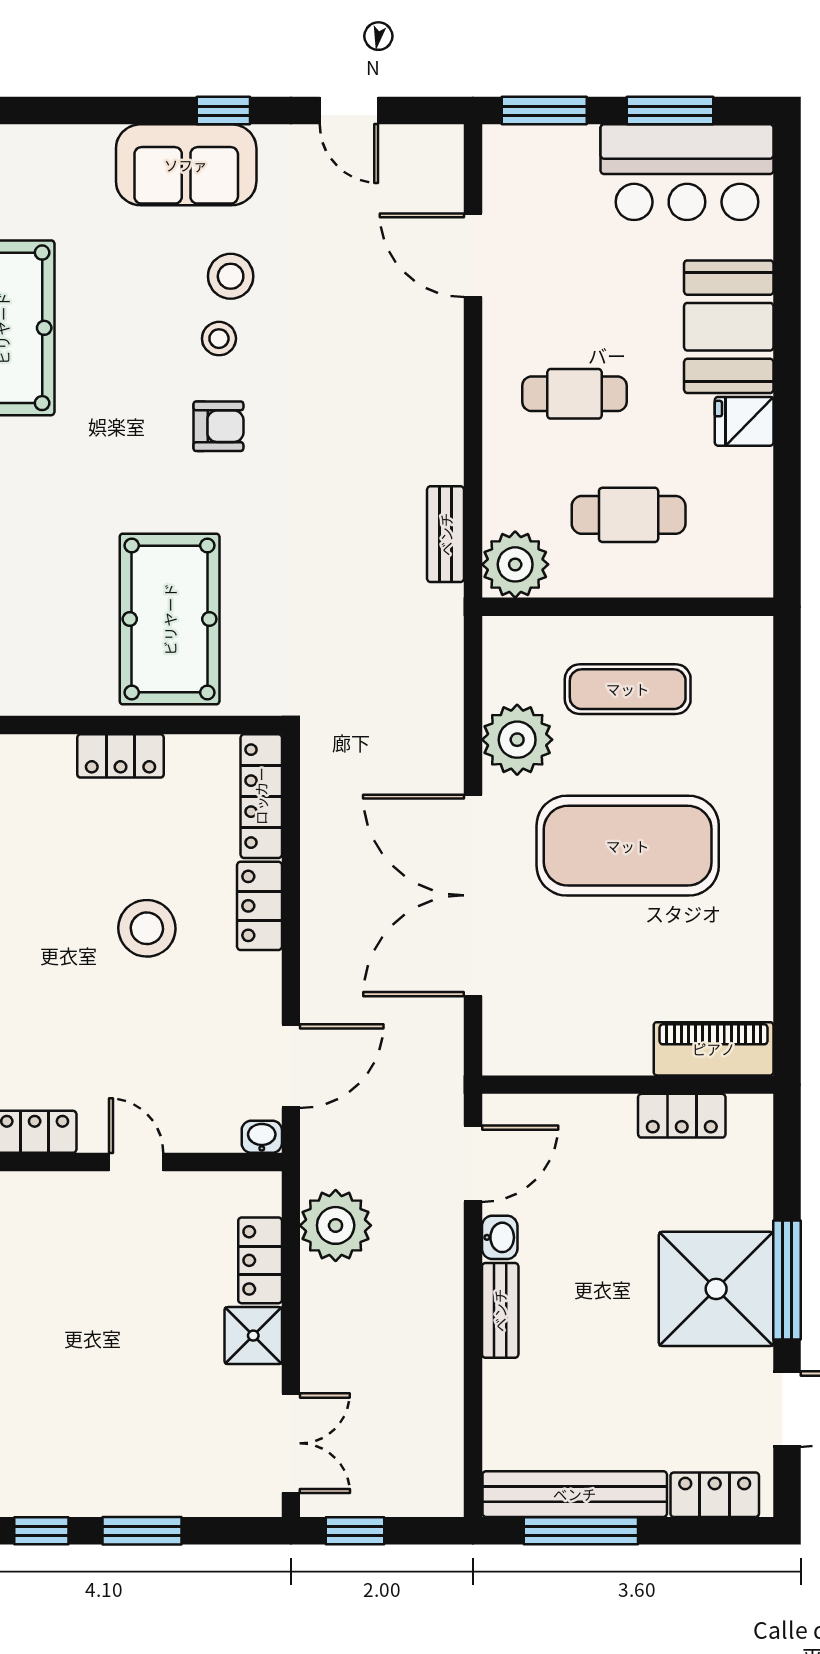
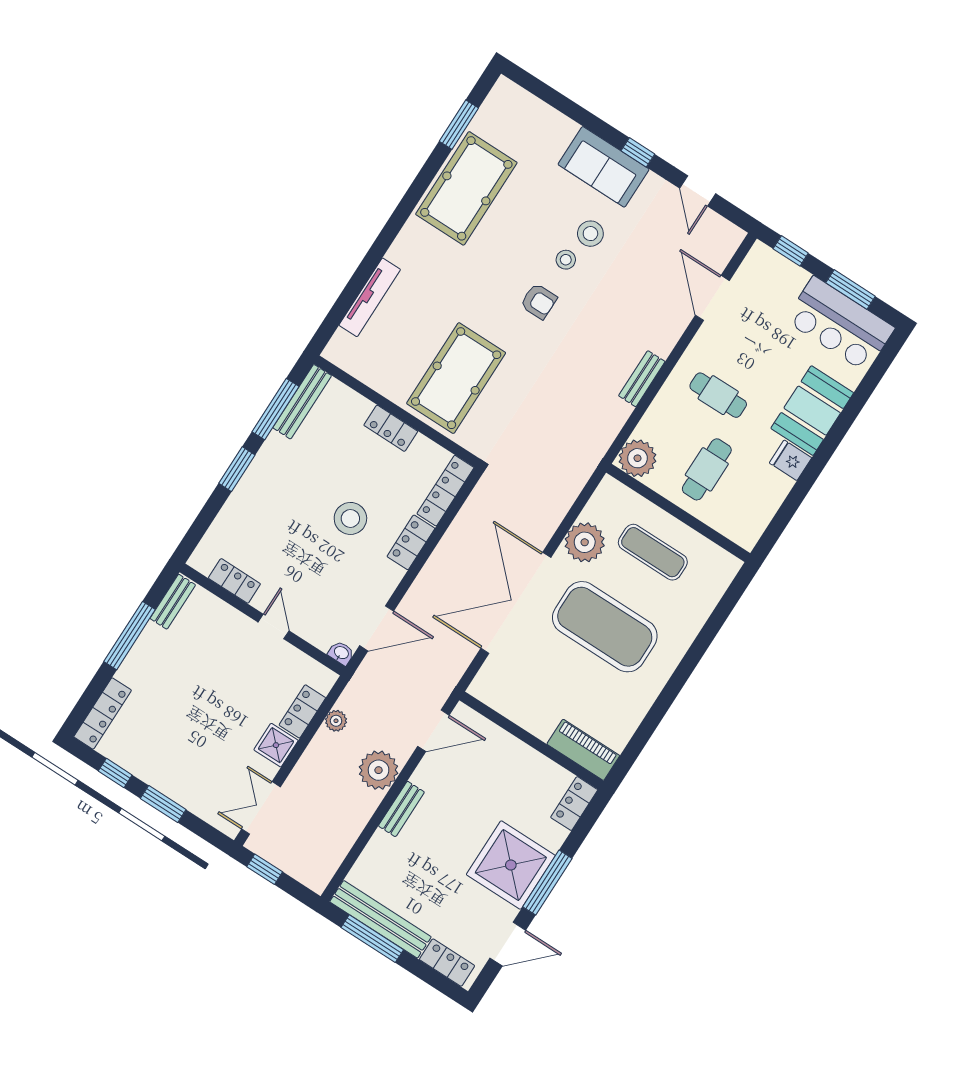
window: (544, 111) -> (791, 251), width x0.67
cafe table: (629, 515) -> (707, 469), turned 90
bench: (446, 534) -> (642, 379), moved
locker: (682, 1116) -> (574, 804), moved, turned 90
plant: (336, 1225) -> (336, 721), width x0.53, depth x0.53
washbasin: (500, 1237) -> (424, 774), removed
plant: (429, 1275) -> (379, 770), added
double door: (291, 1443) -> (261, 808), swing flipped

